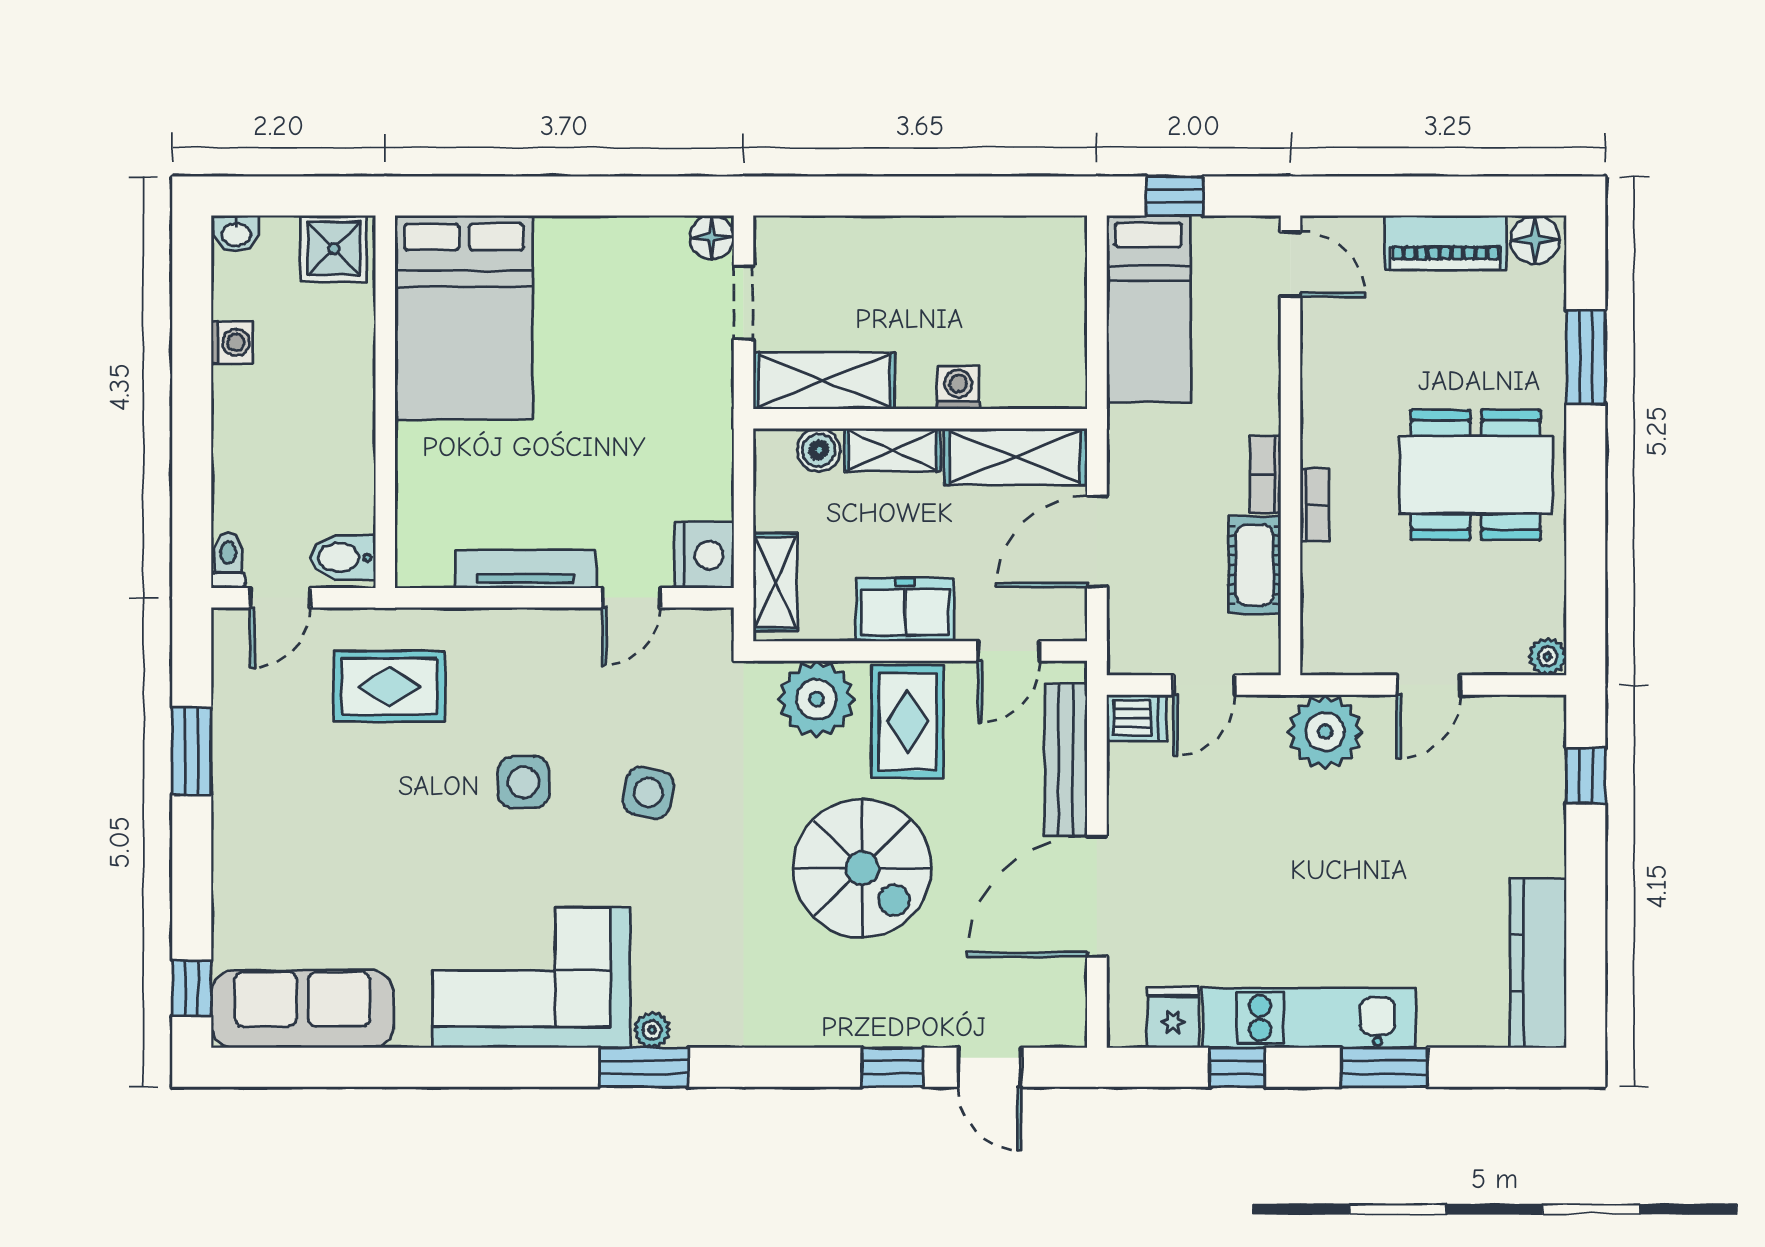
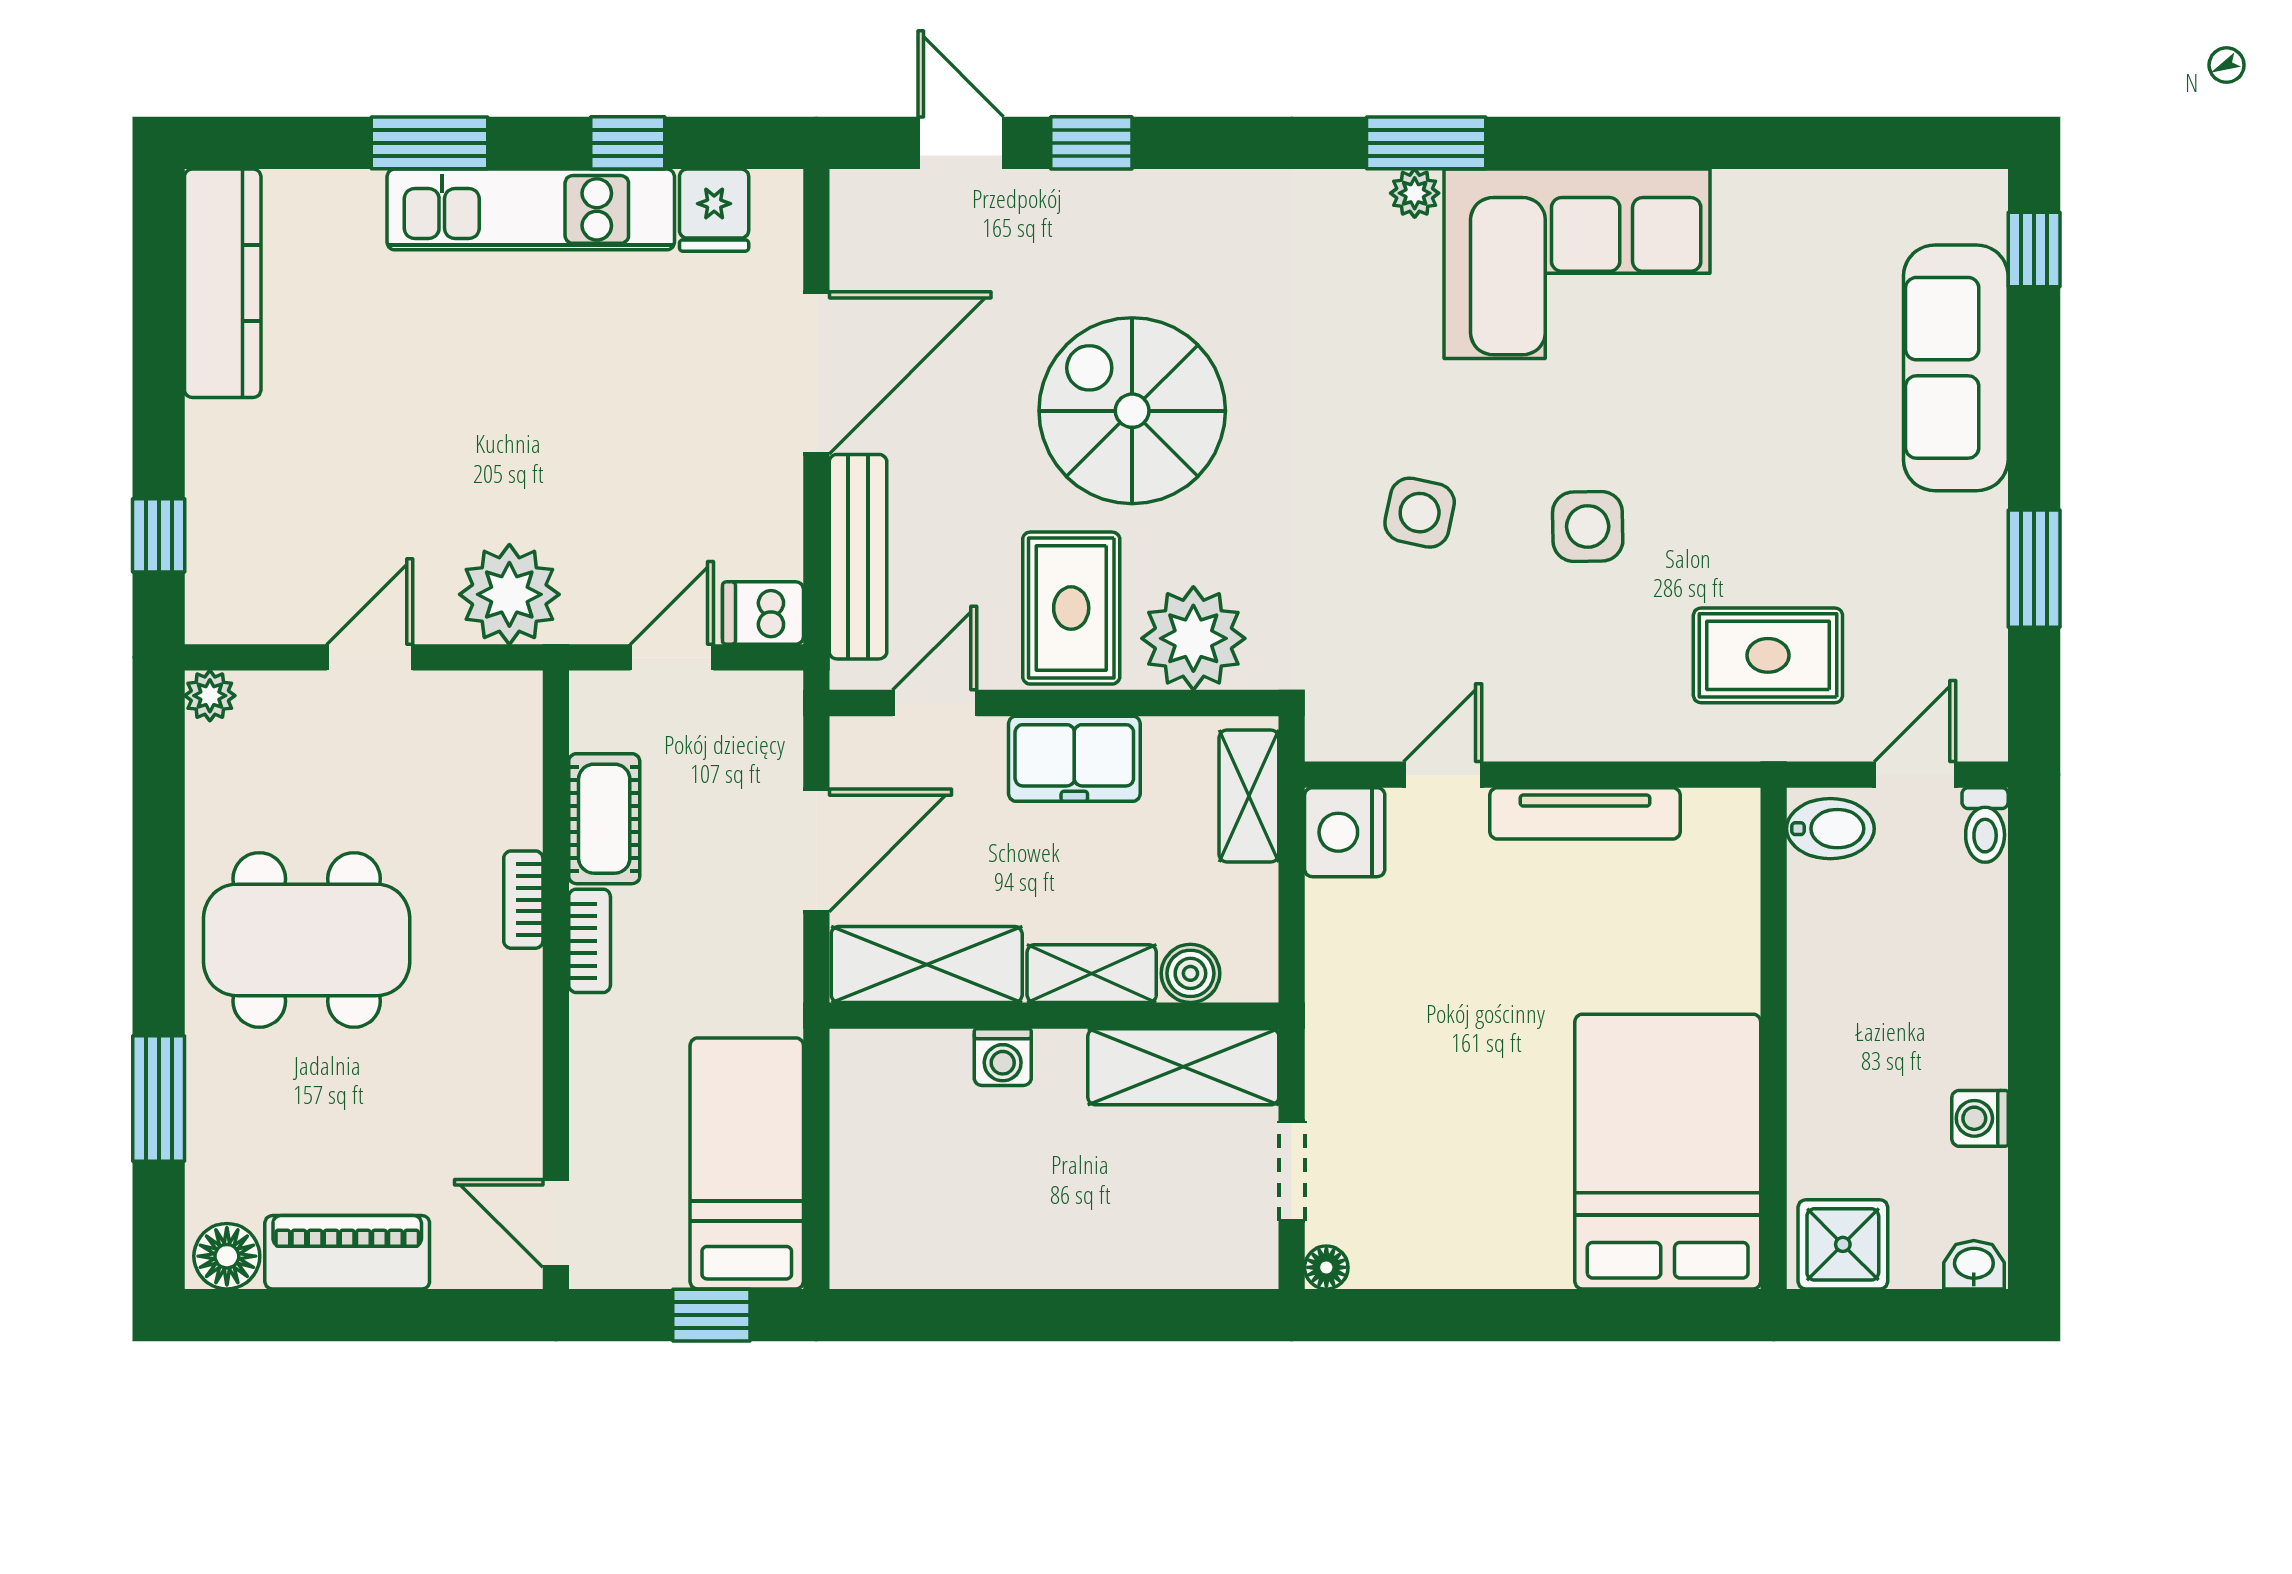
floor lamp: (712, 237) -> (1326, 1267), width x0.73, depth x0.73
sofa: (302, 1009) -> (1956, 368), moved, turned 90

